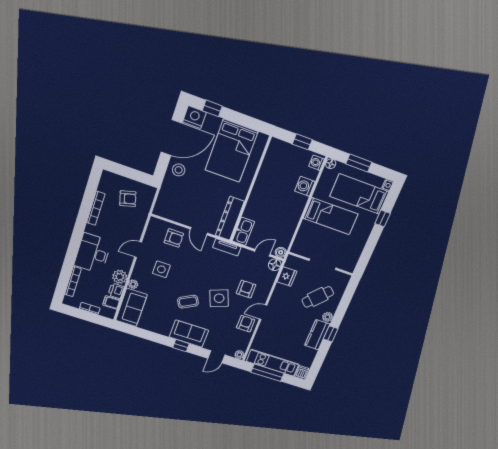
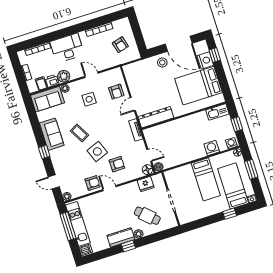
nightstand: (194, 117) -> (205, 60), moved
kitchen sink: (243, 231) -> (217, 112), moved
sofa: (189, 334) -> (52, 134), moved

